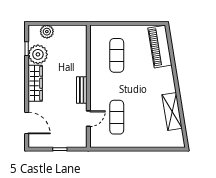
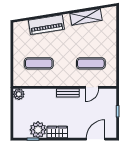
plant: (47, 32) -> (19, 94), moved
piano: (160, 47) -> (46, 25), moved
wardrobe: (35, 83) -> (57, 132), width x0.67
door: (88, 119) -> (92, 87), swing flipped

